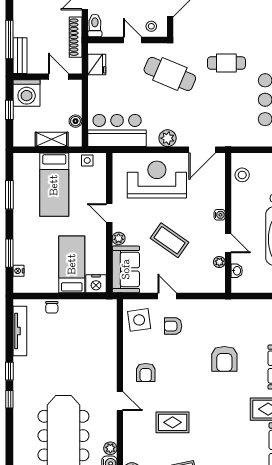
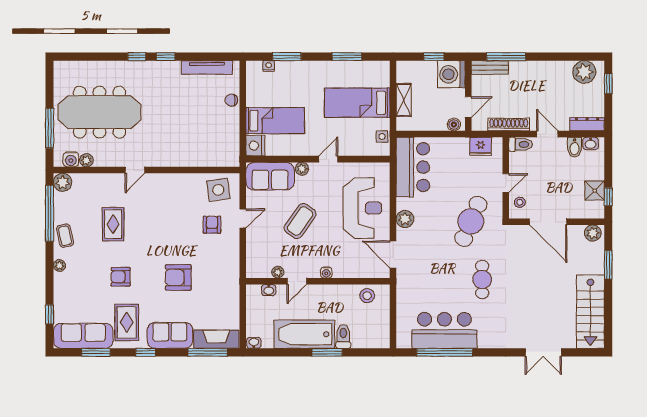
boiler: (75, 121) -> (454, 124), moved
armchair: (146, 372) -> (121, 277), moved

